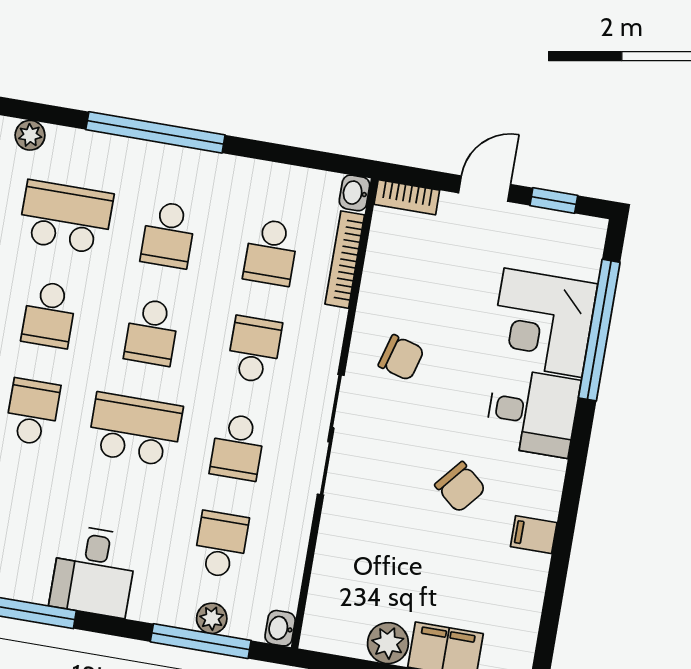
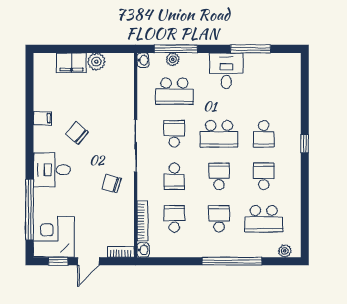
corner desk: (543, 323) -> (54, 237), moved, turned -90
school desk: (221, 544) -> (174, 91), width x1.85

